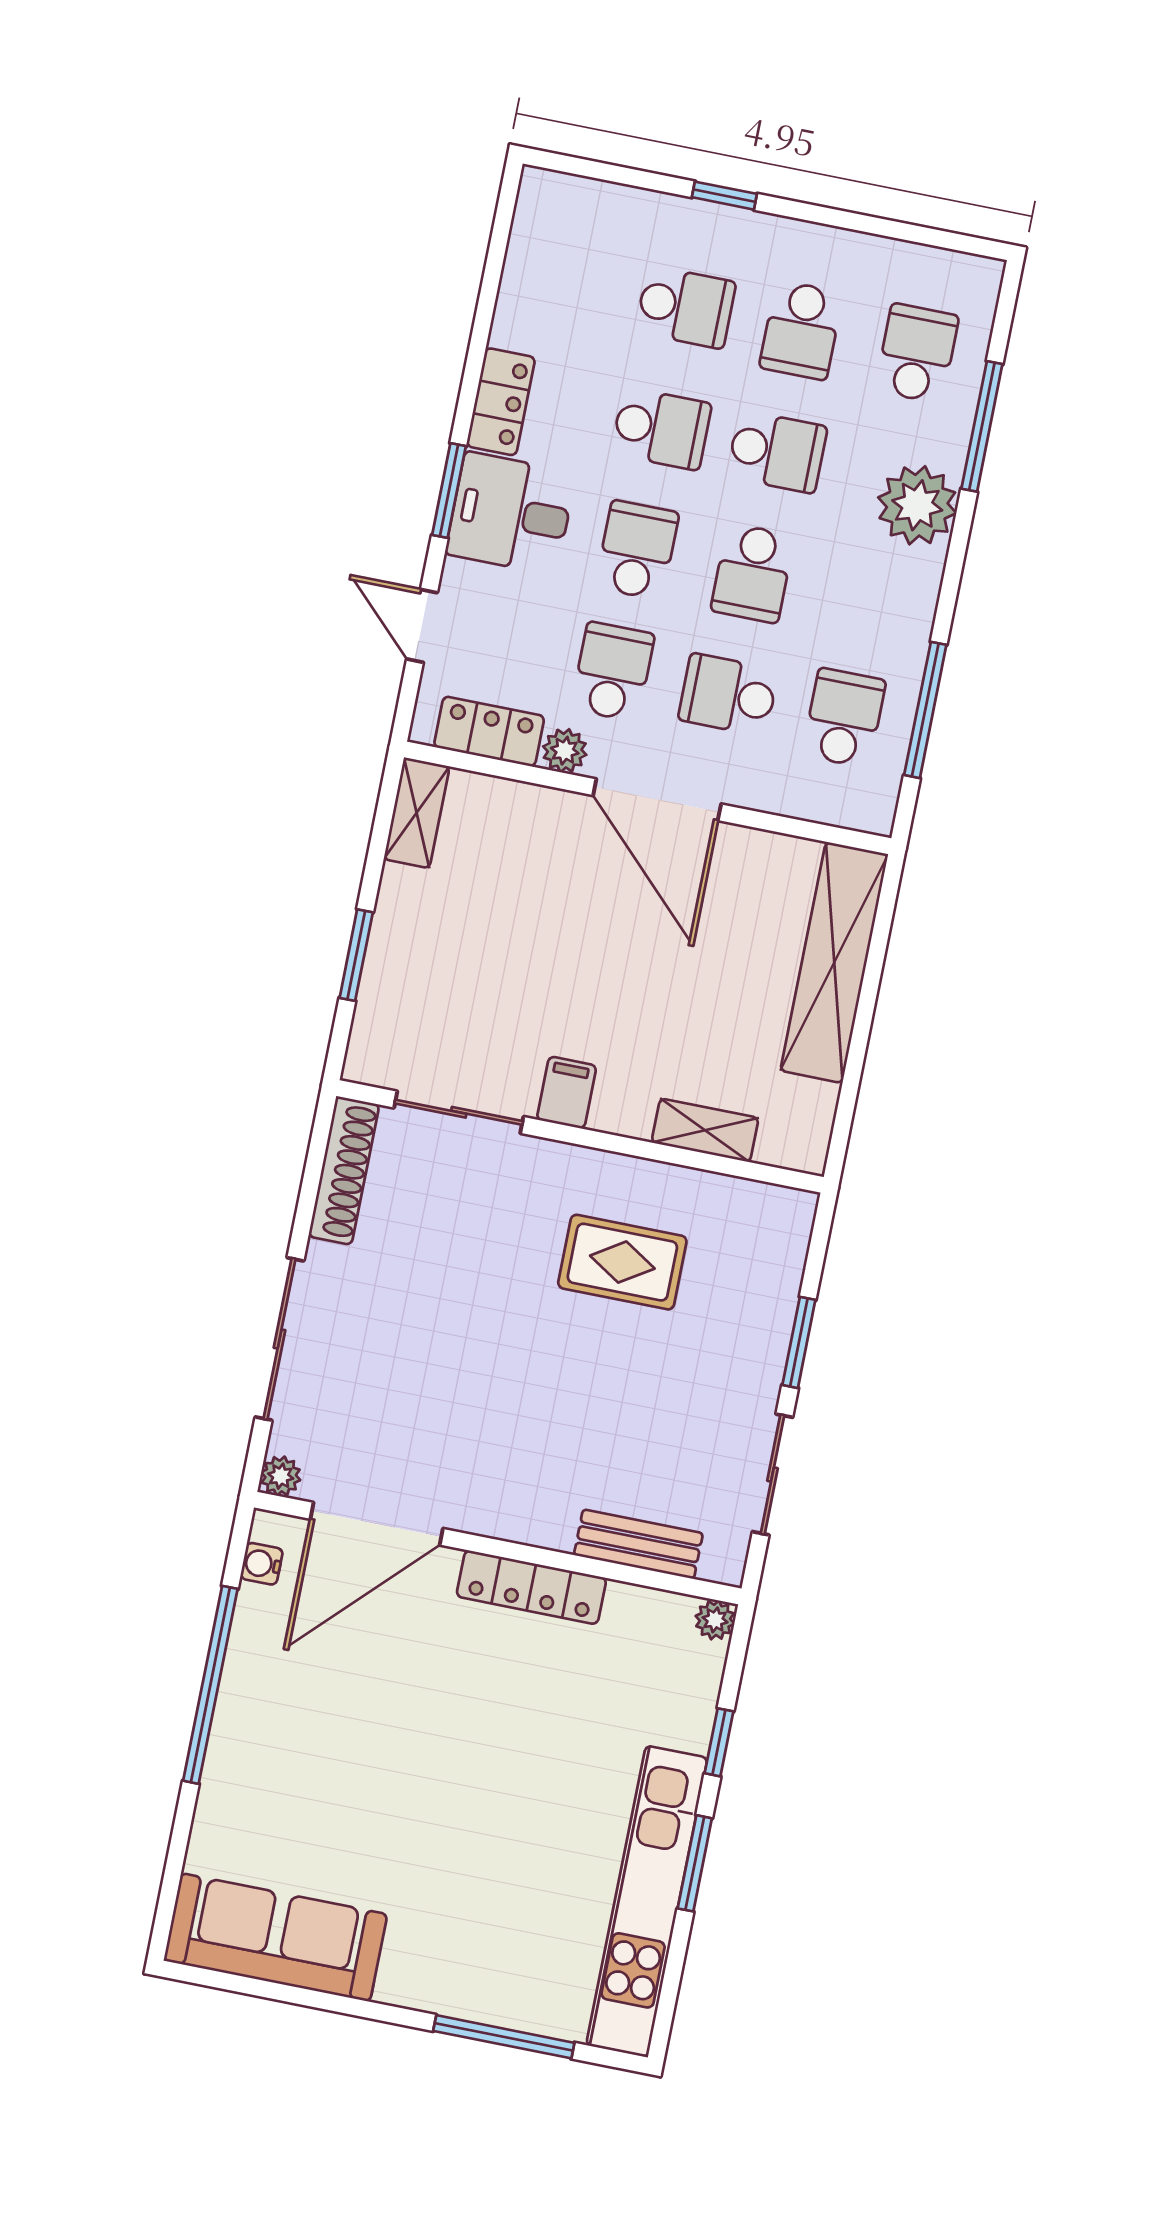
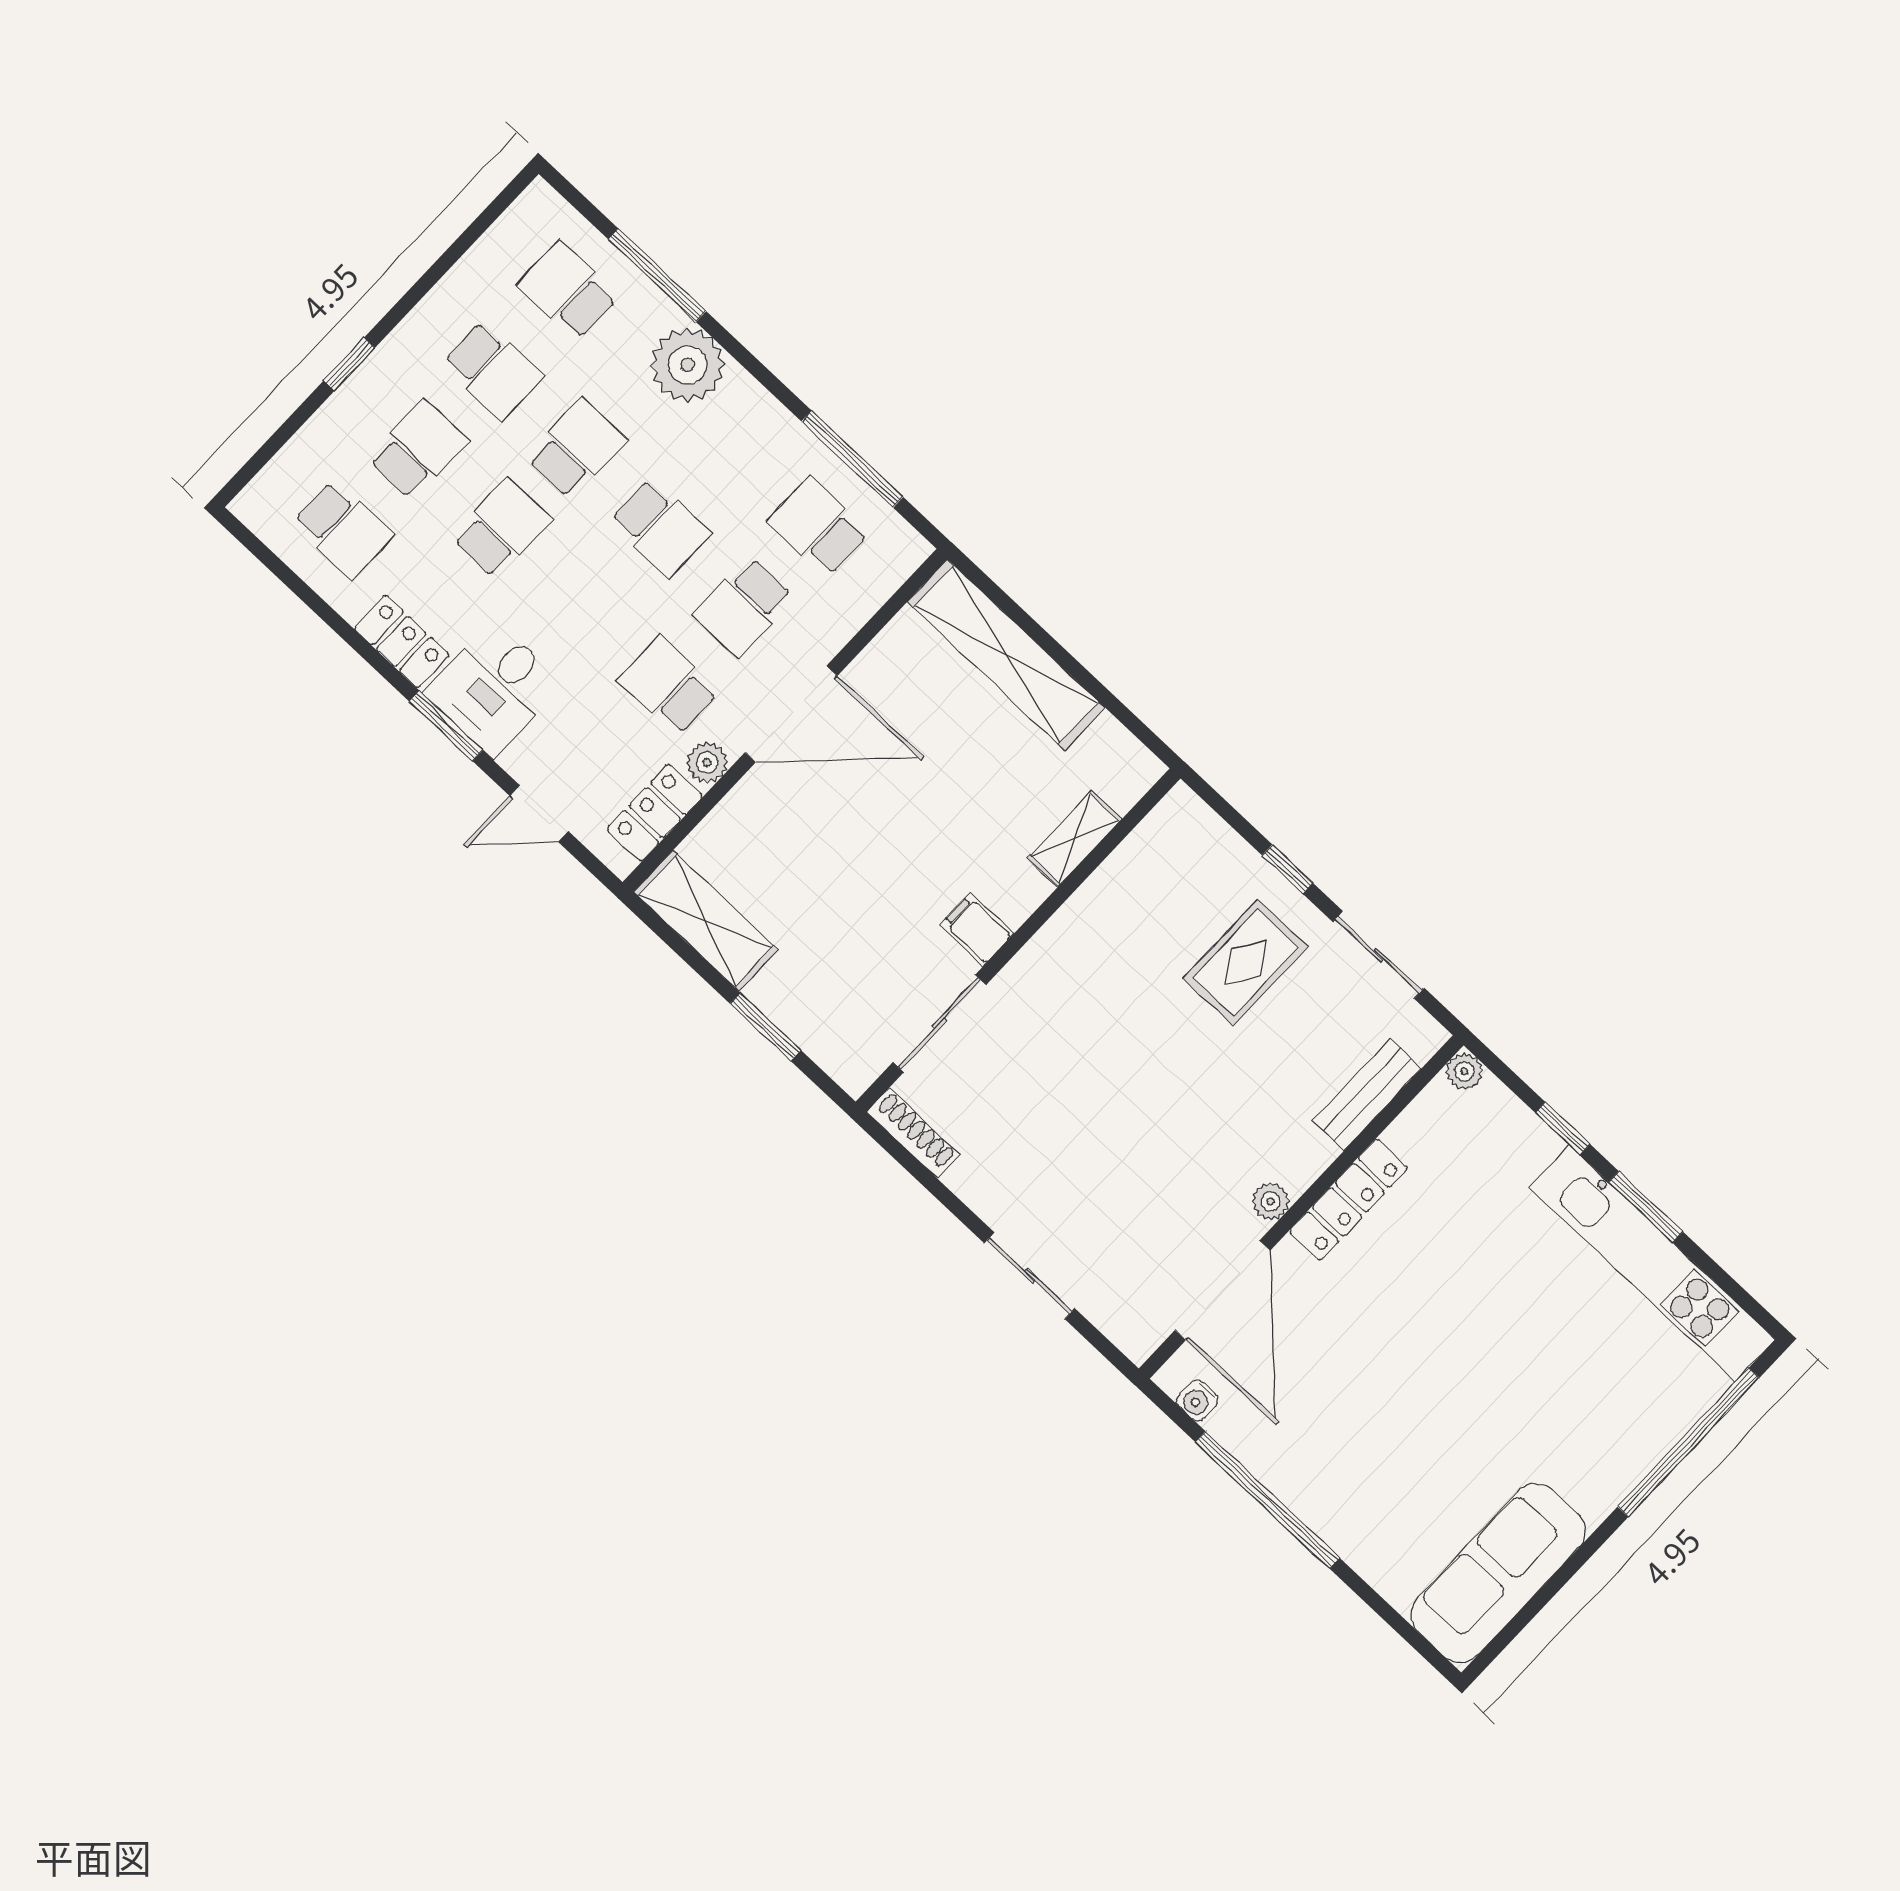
school desk: (637, 550) -> (343, 529), moved, turned 180
shelving: (417, 813) -> (706, 921), width x1.50, depth x1.33
shoe rack: (344, 1171) -> (913, 1133), width x0.74, depth x0.81
rug: (622, 1262) -> (1246, 962), moved
sliding door: (279, 1339) -> (1030, 1276), width x0.73
window: (799, 1342) -> (1287, 869), width x0.67
plant: (281, 1476) -> (1271, 1201), moved
window: (504, 2037) -> (1688, 1442), width x1.46

